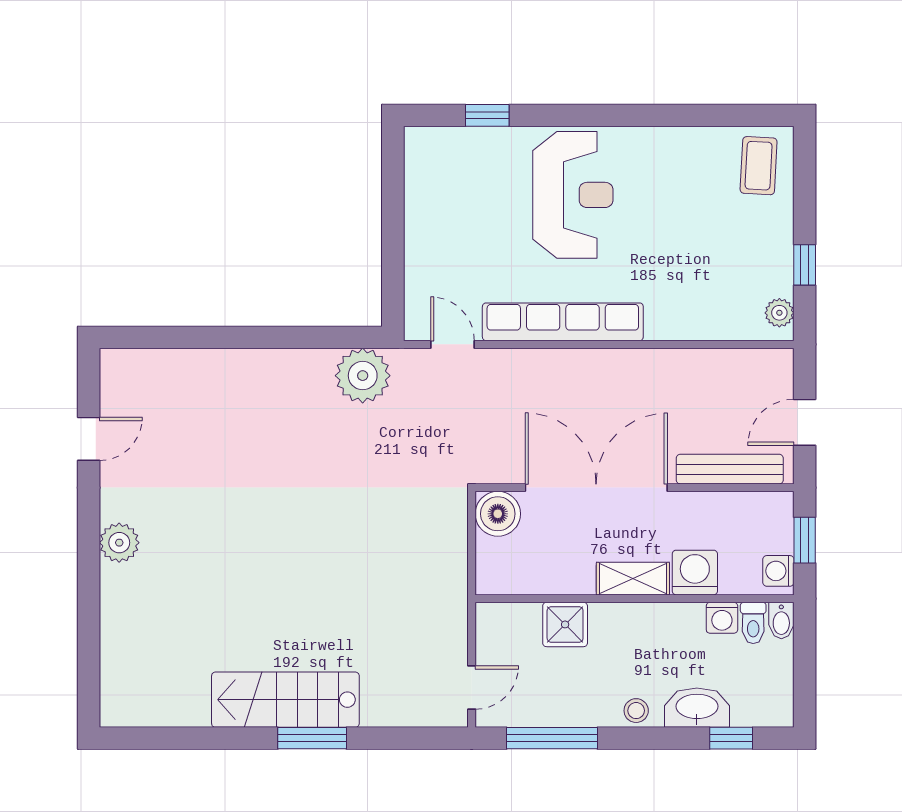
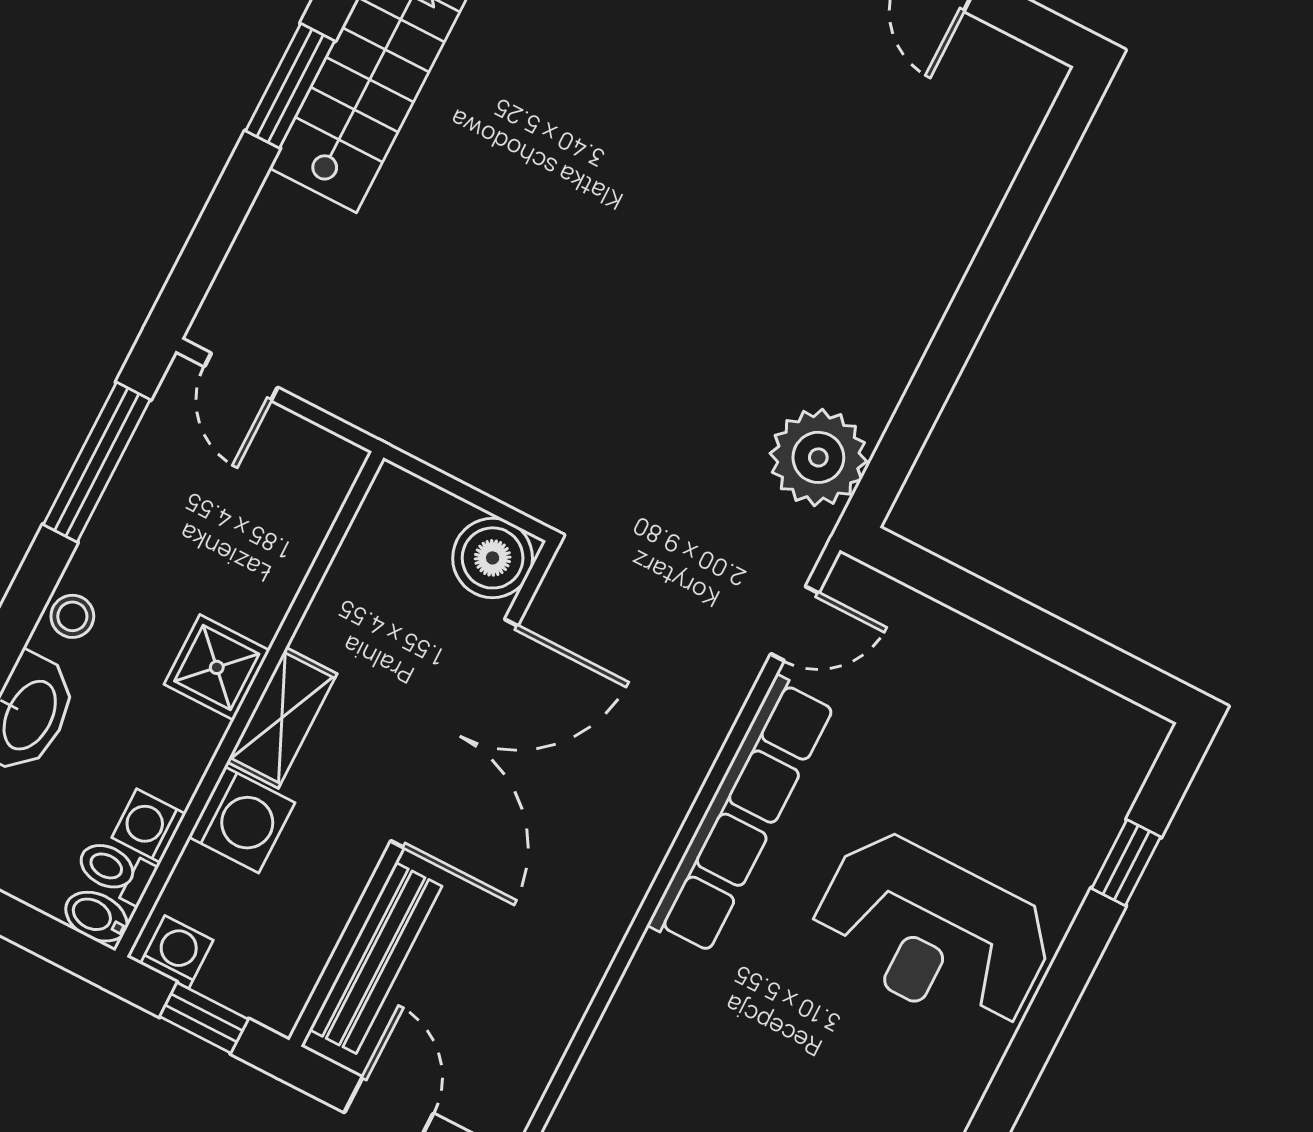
shower: (565, 624) -> (217, 667), moved

